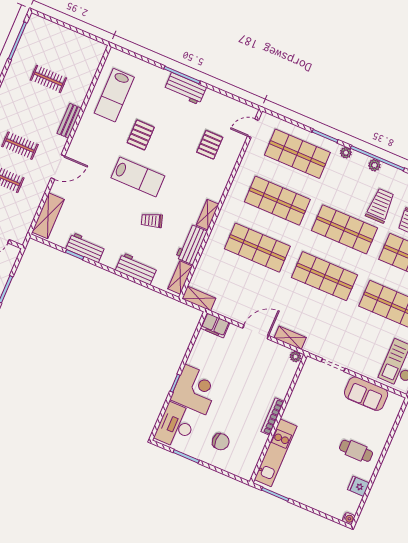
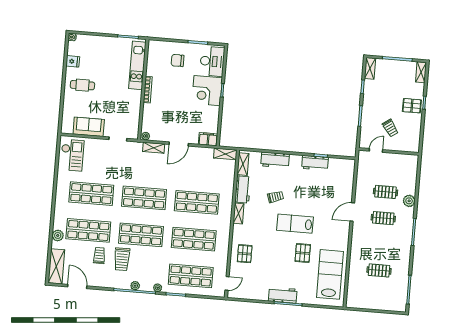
lab bench: (114, 95) -> (330, 274), width x1.36, depth x1.39
bench: (69, 121) -> (355, 246), removed
pallet: (210, 145) -> (245, 254), moved
shelving: (48, 216) -> (348, 176), removed

